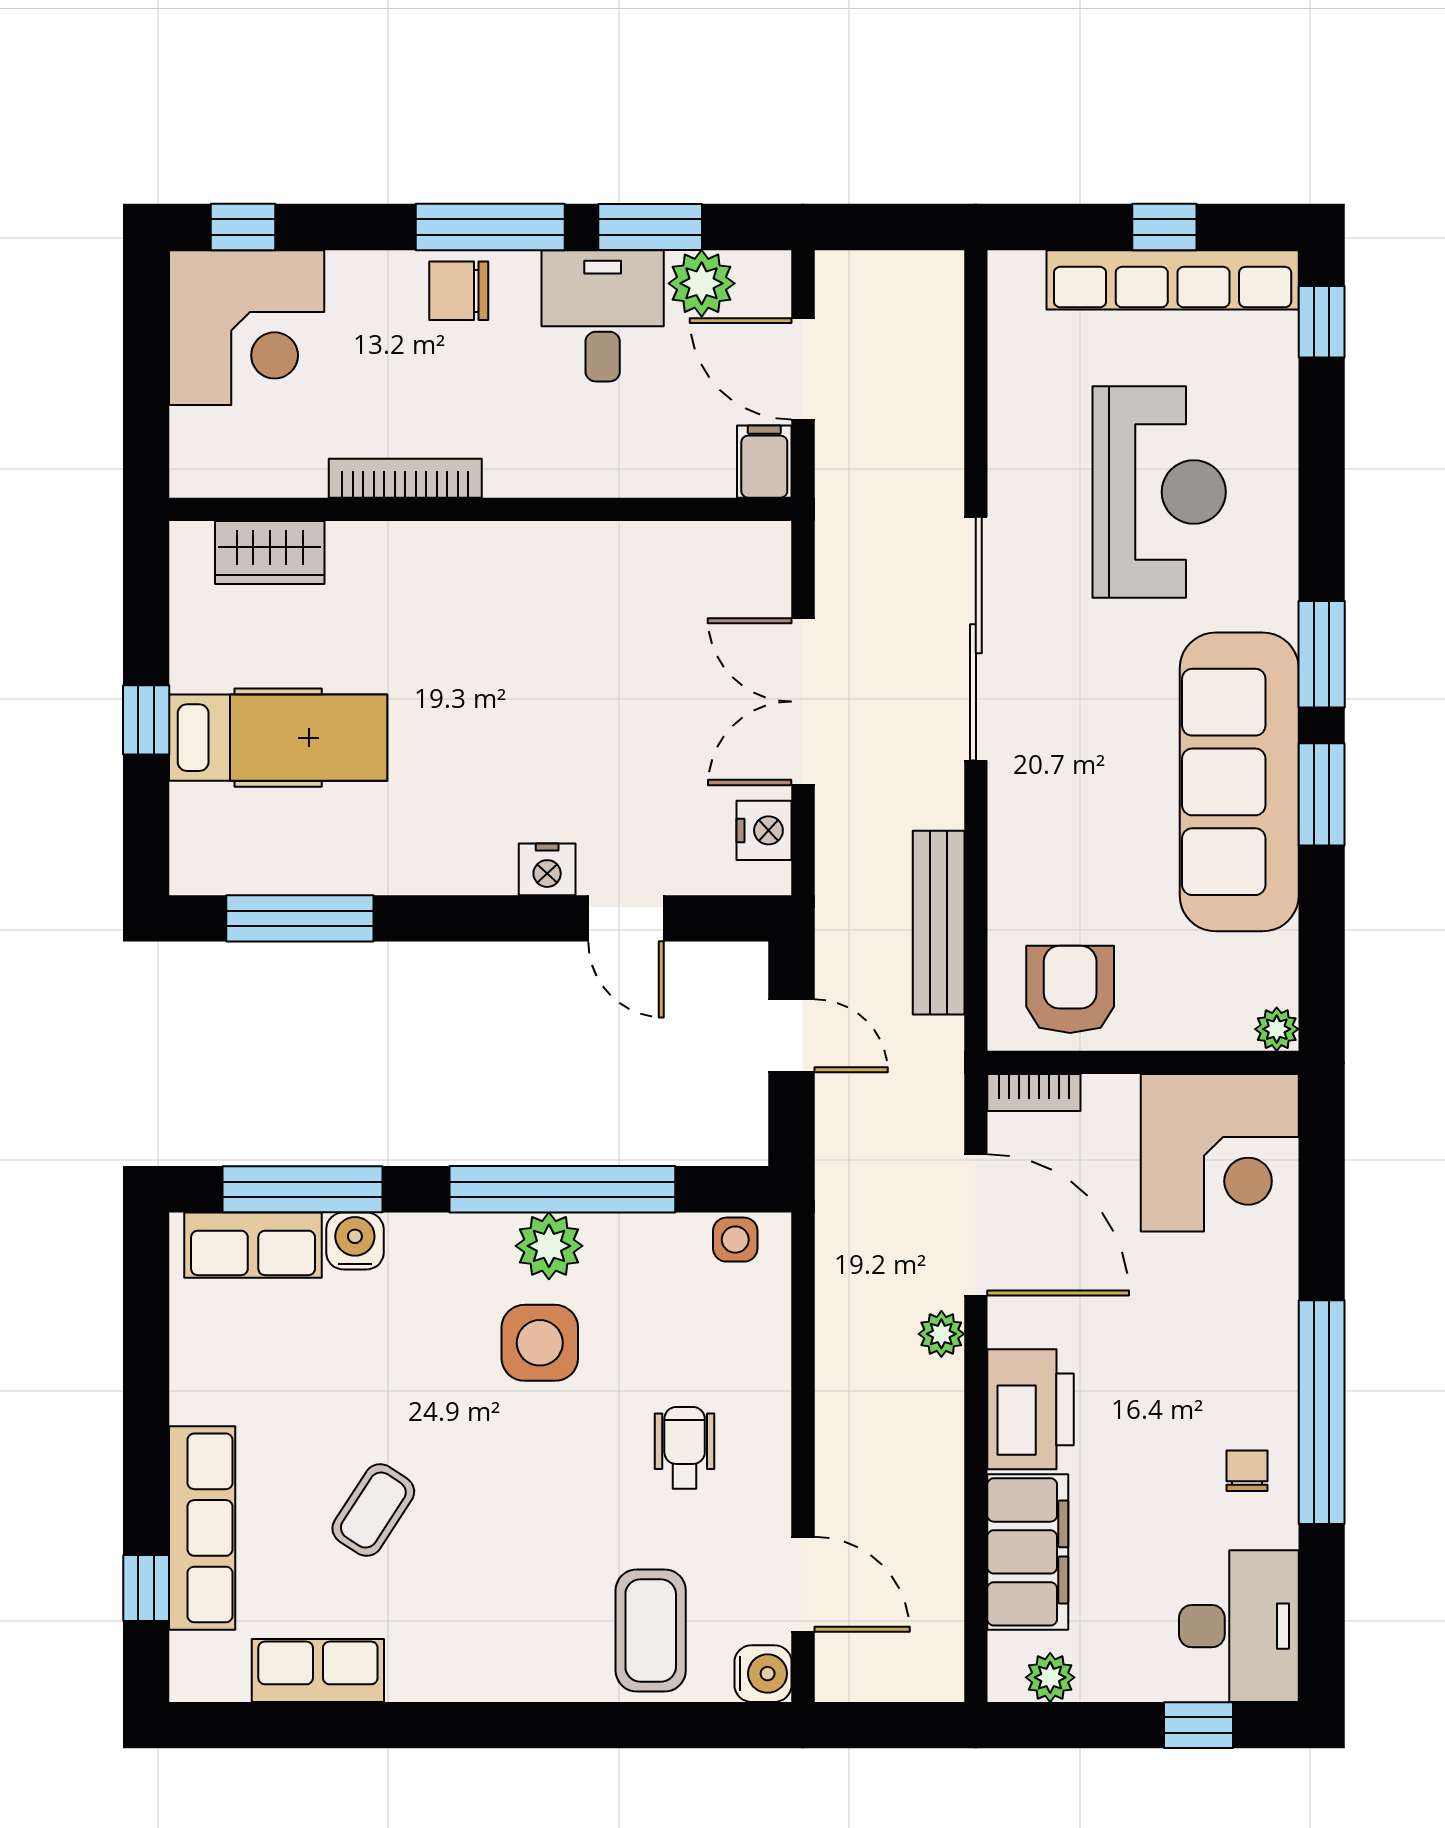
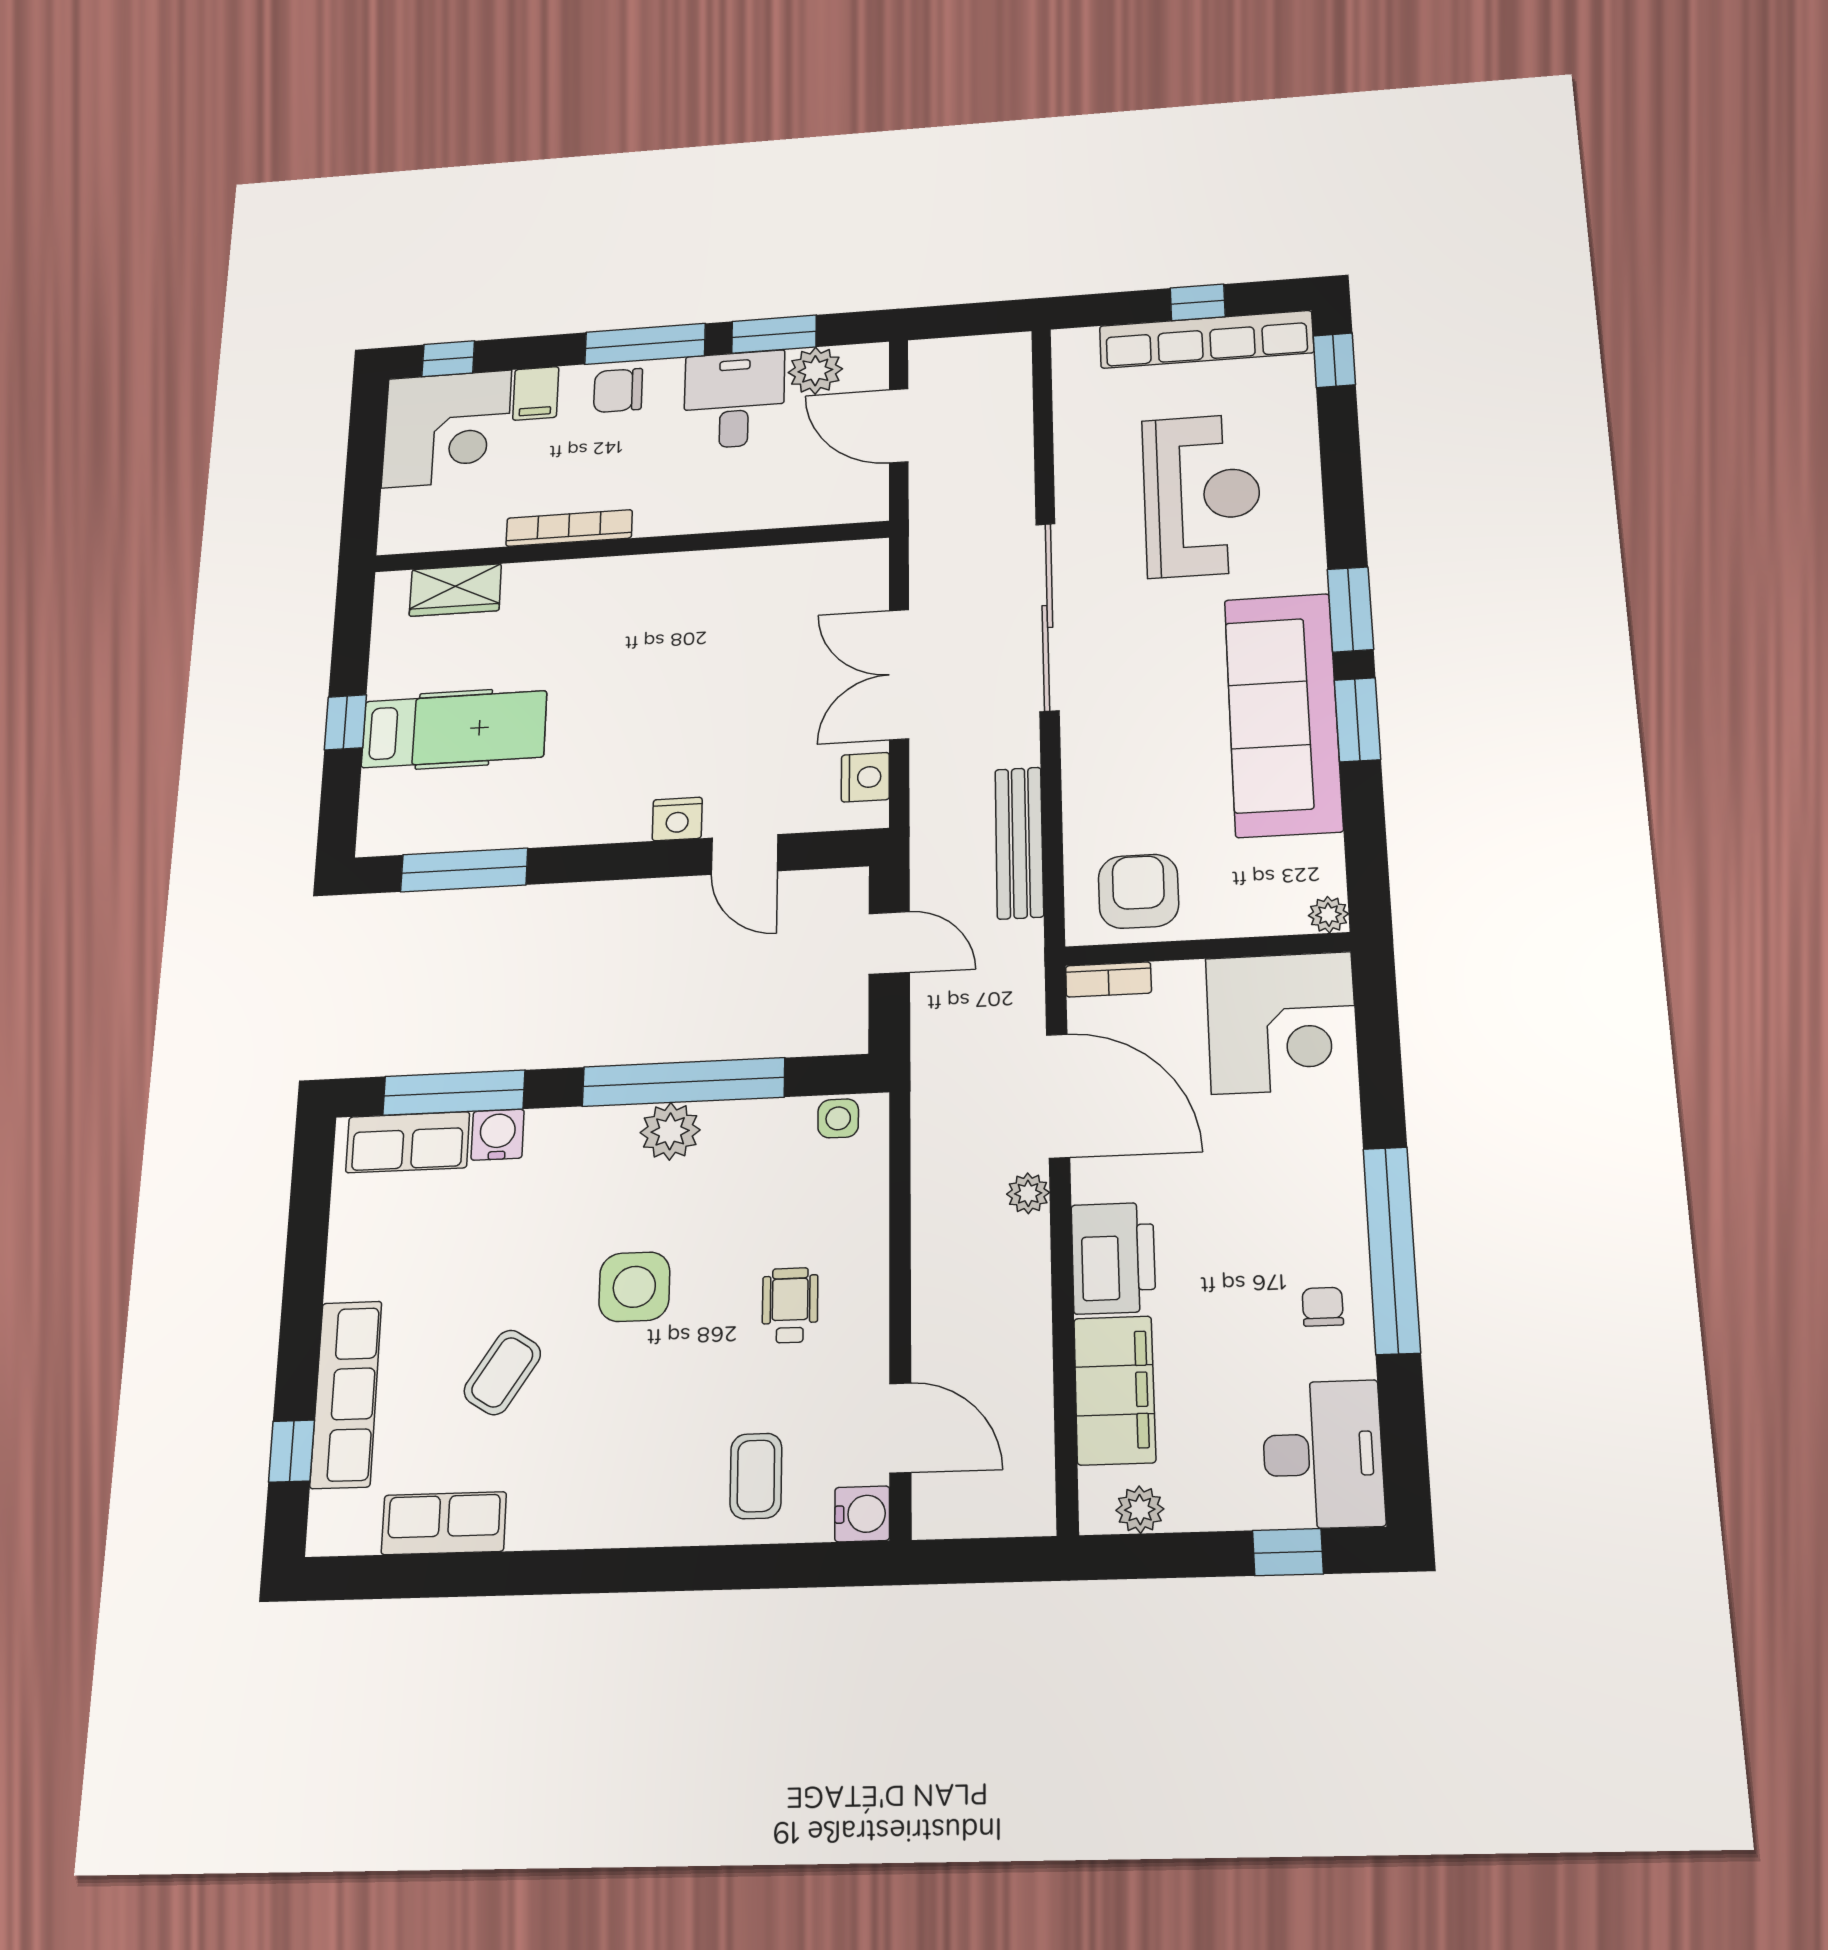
filing cabinet: (764, 462) -> (536, 393), moved, turned 180
side table: (540, 1343) -> (634, 1287), moved
coffee table: (651, 1630) -> (756, 1476), width x0.73, depth x0.77

